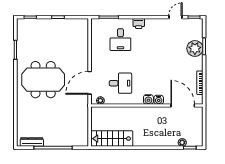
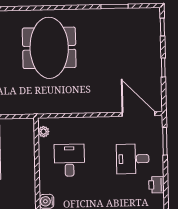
meeting table: (43, 80) -> (49, 48), moved
door: (90, 83) -> (138, 114), moved
desk: (120, 83) -> (69, 160), turned 180

